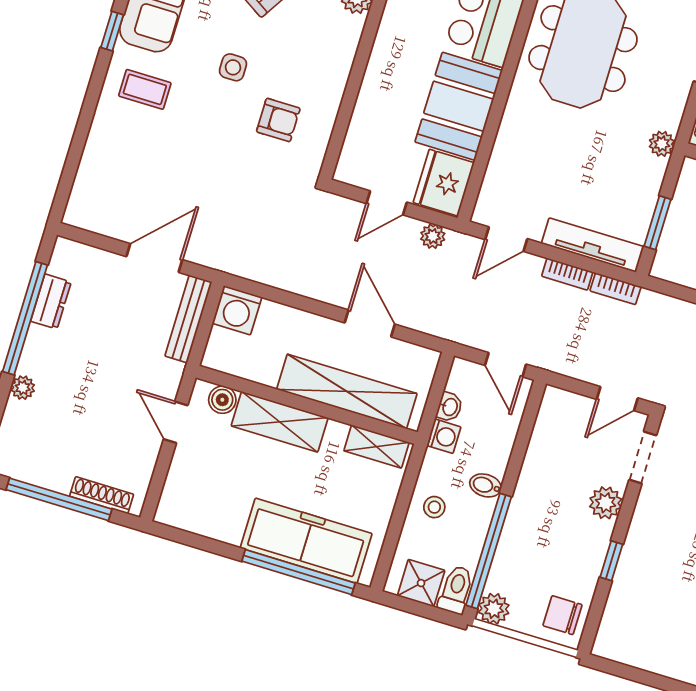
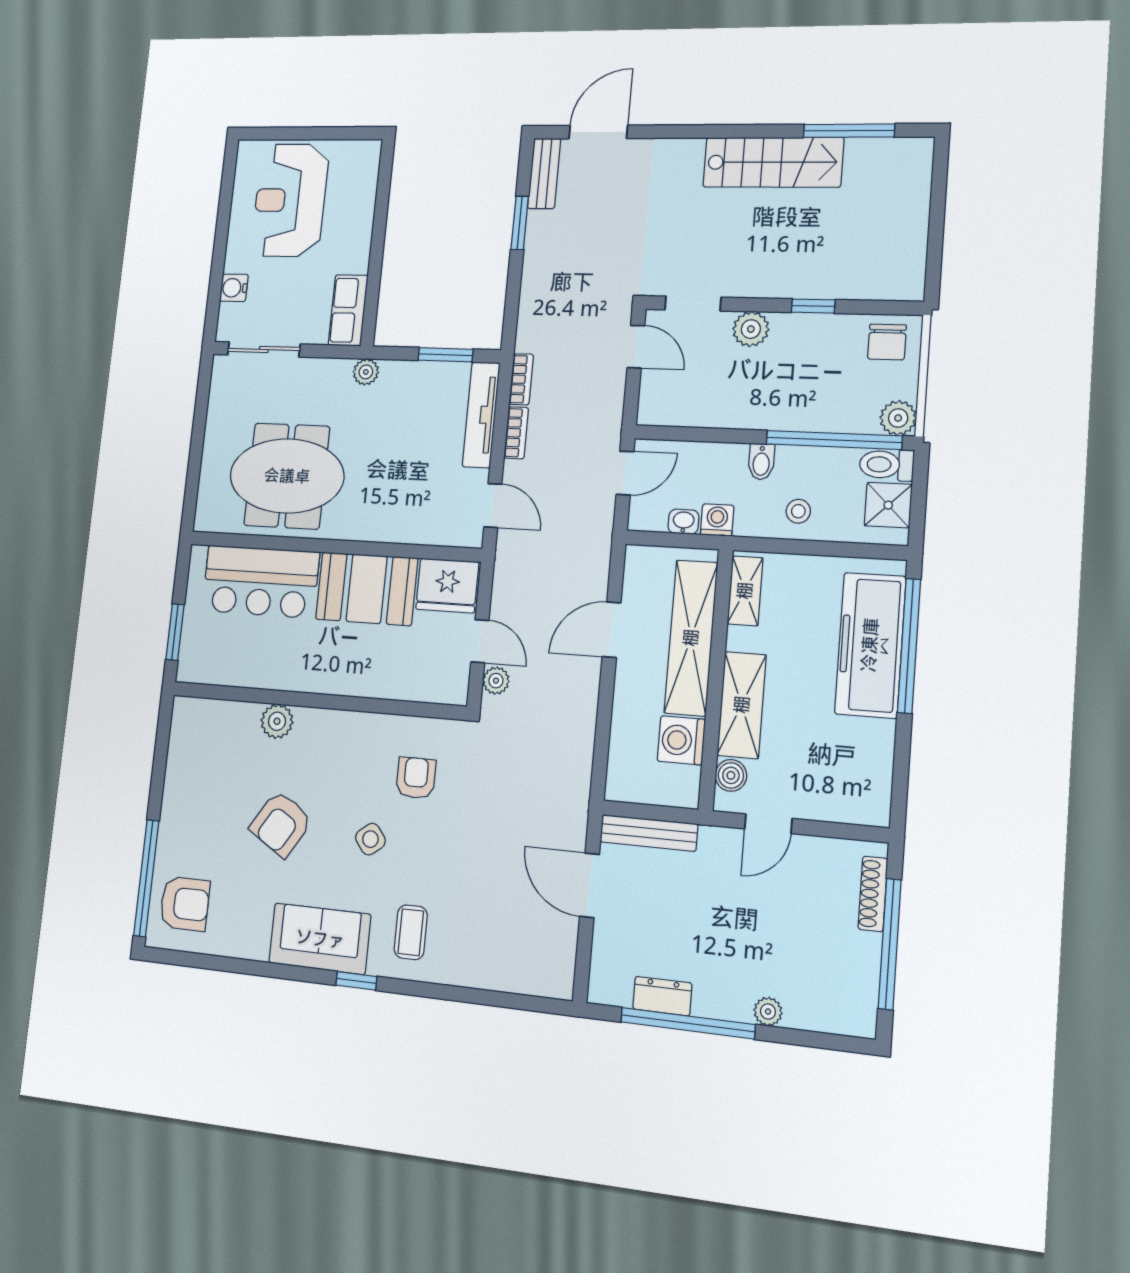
side table: (233, 67) -> (370, 839), turned -38
plant: (433, 236) -> (496, 681), moved
washing machine: (237, 310) -> (681, 740), moved, turned 180

